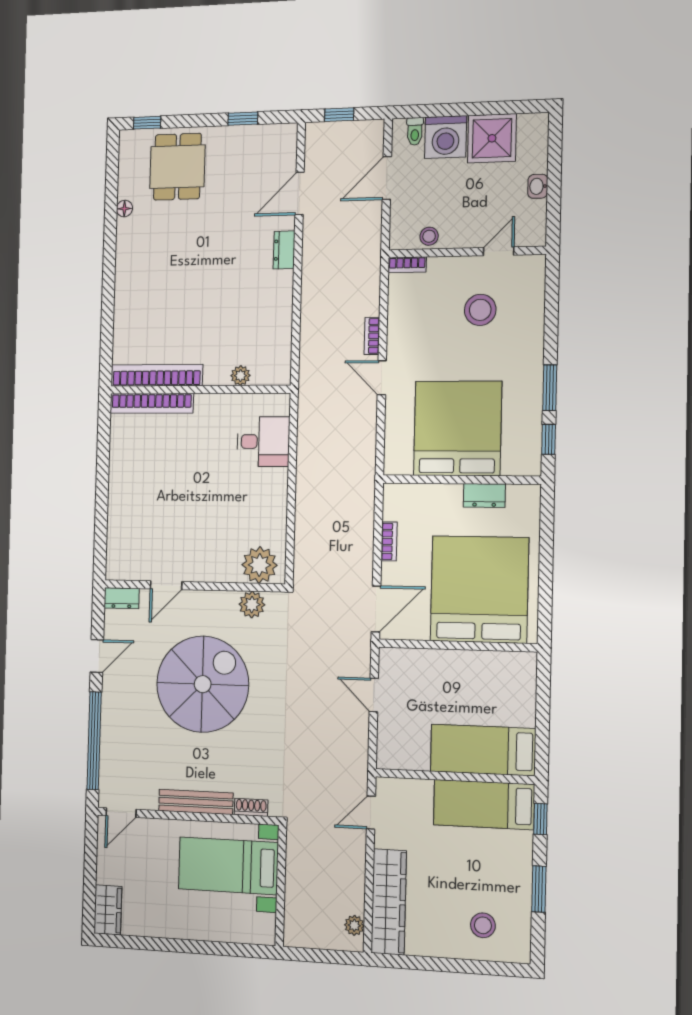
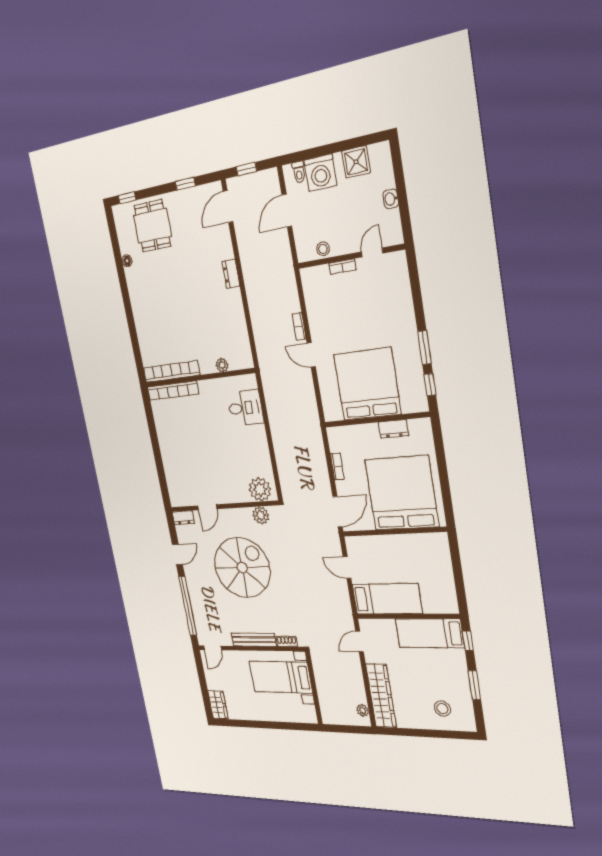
shower: (492, 138) -> (356, 162), width x0.73, depth x0.73
door: (300, 194) -> (228, 207), moved
bookcase: (407, 265) -> (342, 267), moved
stool: (480, 310) -> (367, 298), removed
bed: (483, 750) -> (387, 599), moved, turned 180

